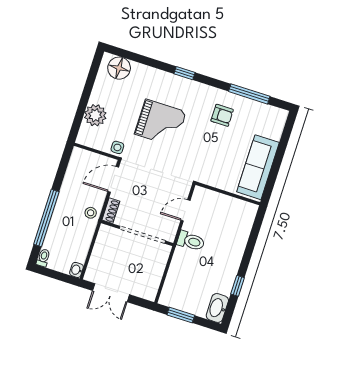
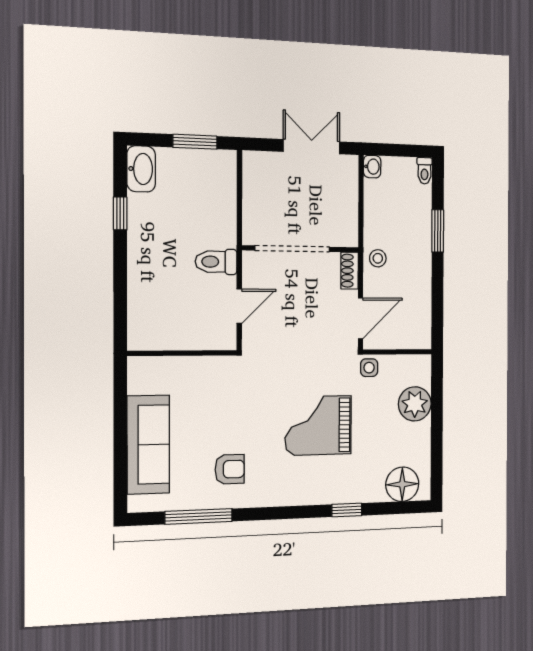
window: (185, 73) -> (347, 510), moved
armchair: (222, 115) -> (230, 469), turned 180
sofa: (258, 167) -> (148, 445), moved
window: (46, 218) -> (438, 231), width x0.47

